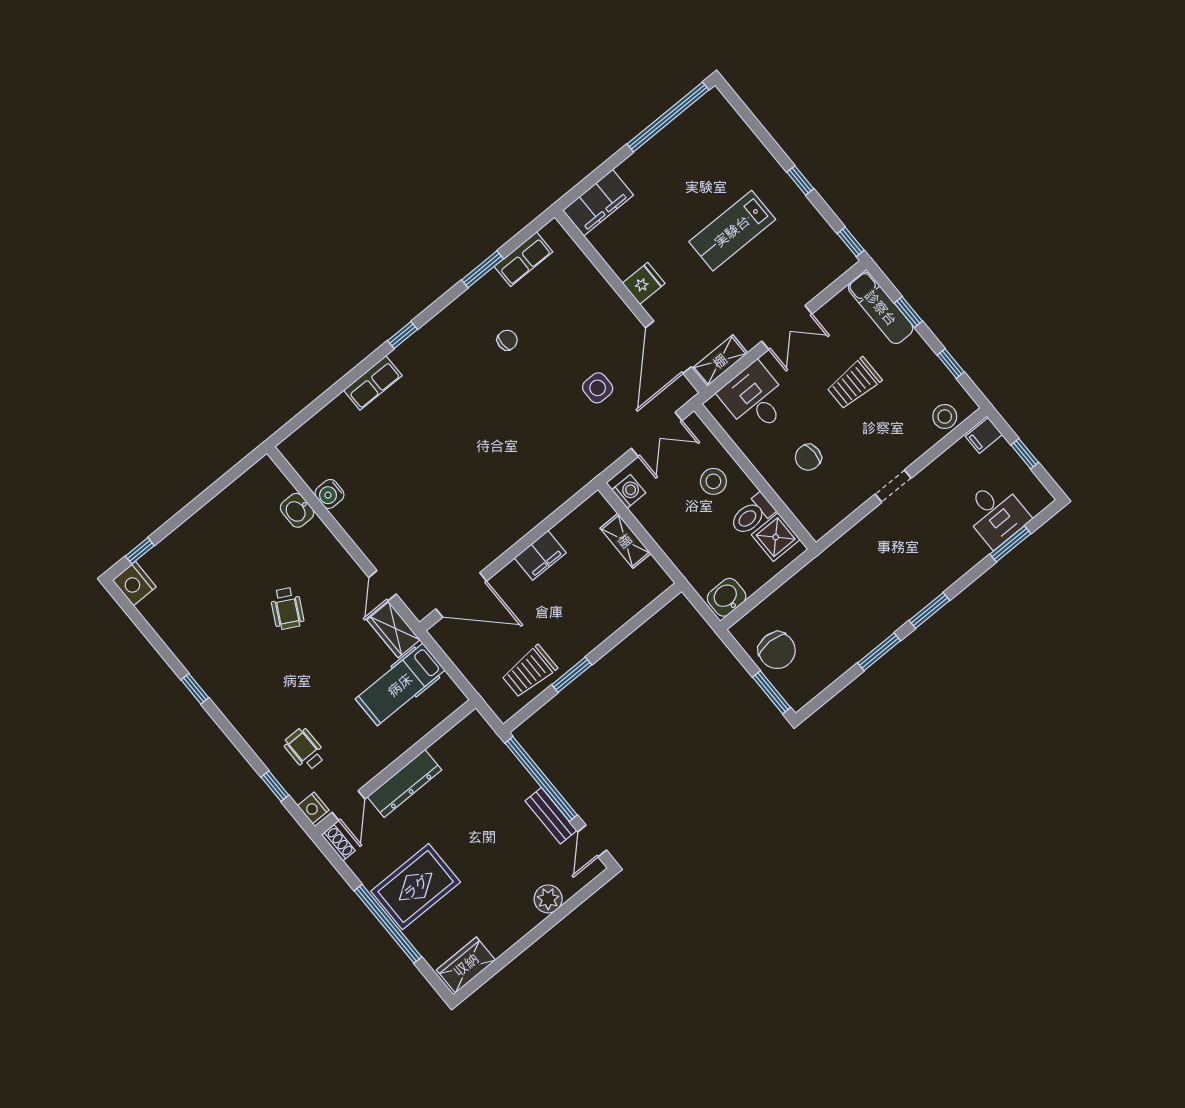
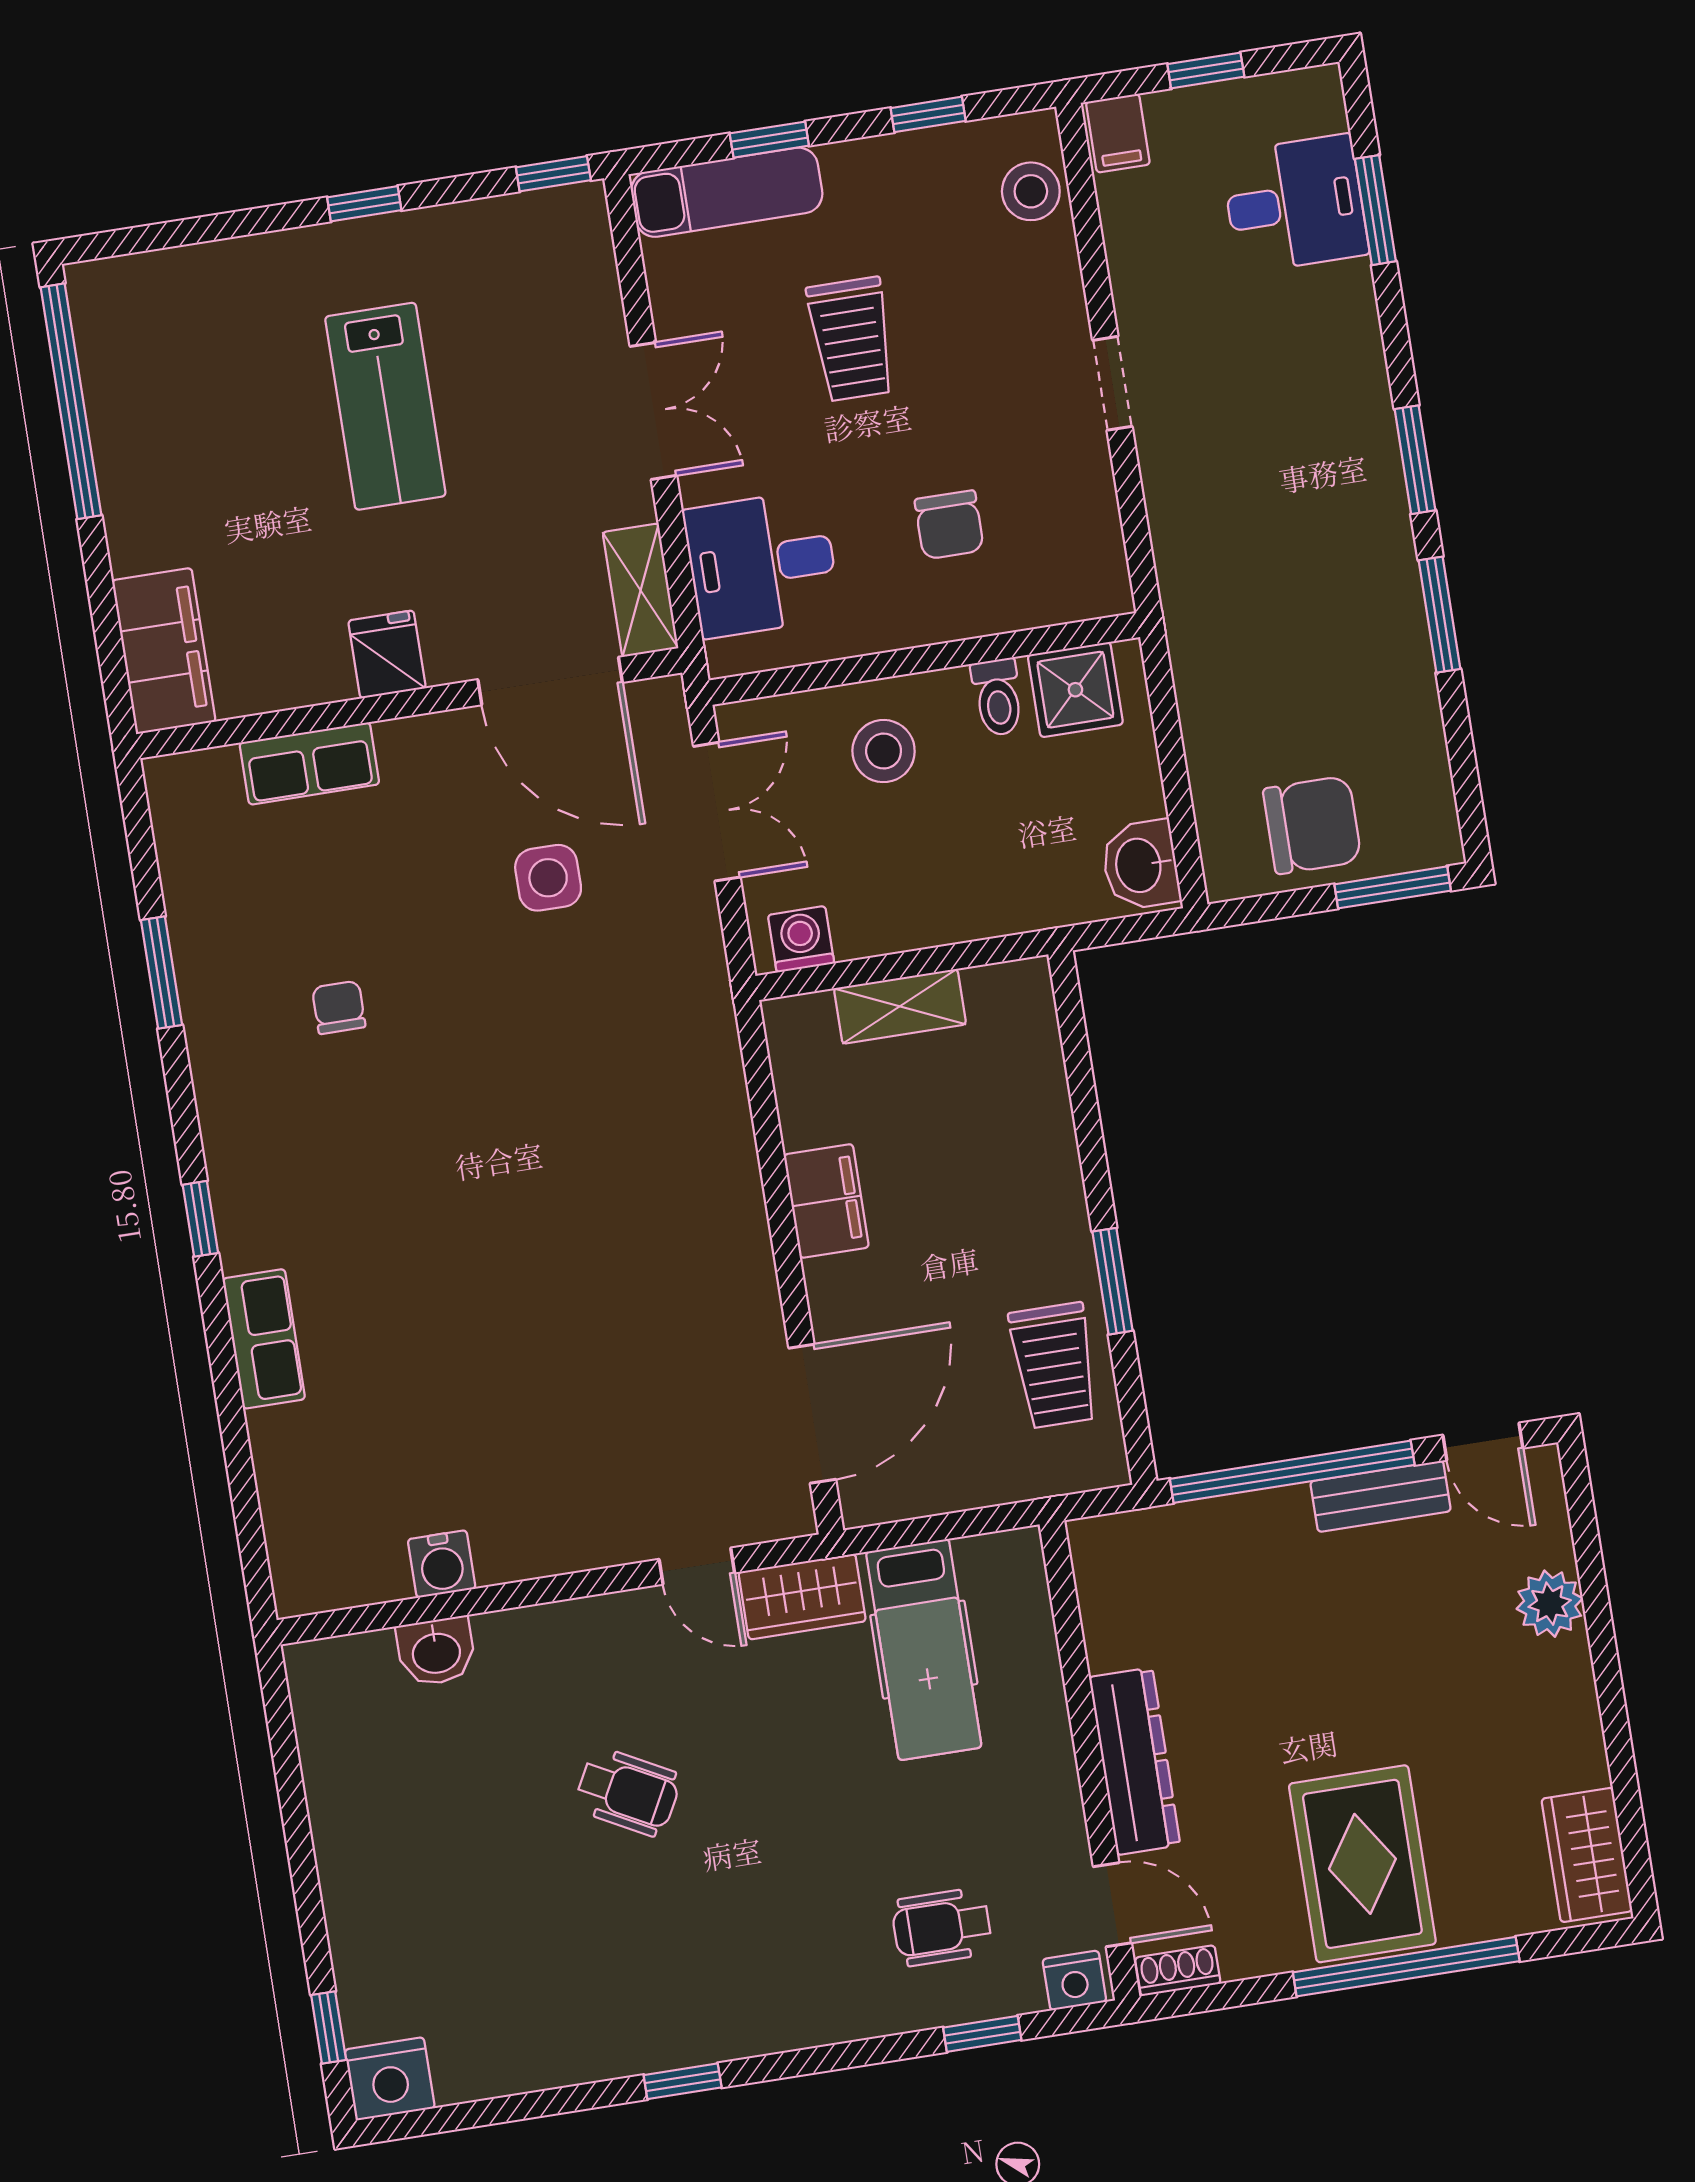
row of seats: (523, 259) -> (309, 763), moved, turned 90
toilet: (752, 515) -> (998, 697), width x0.73, depth x0.72

